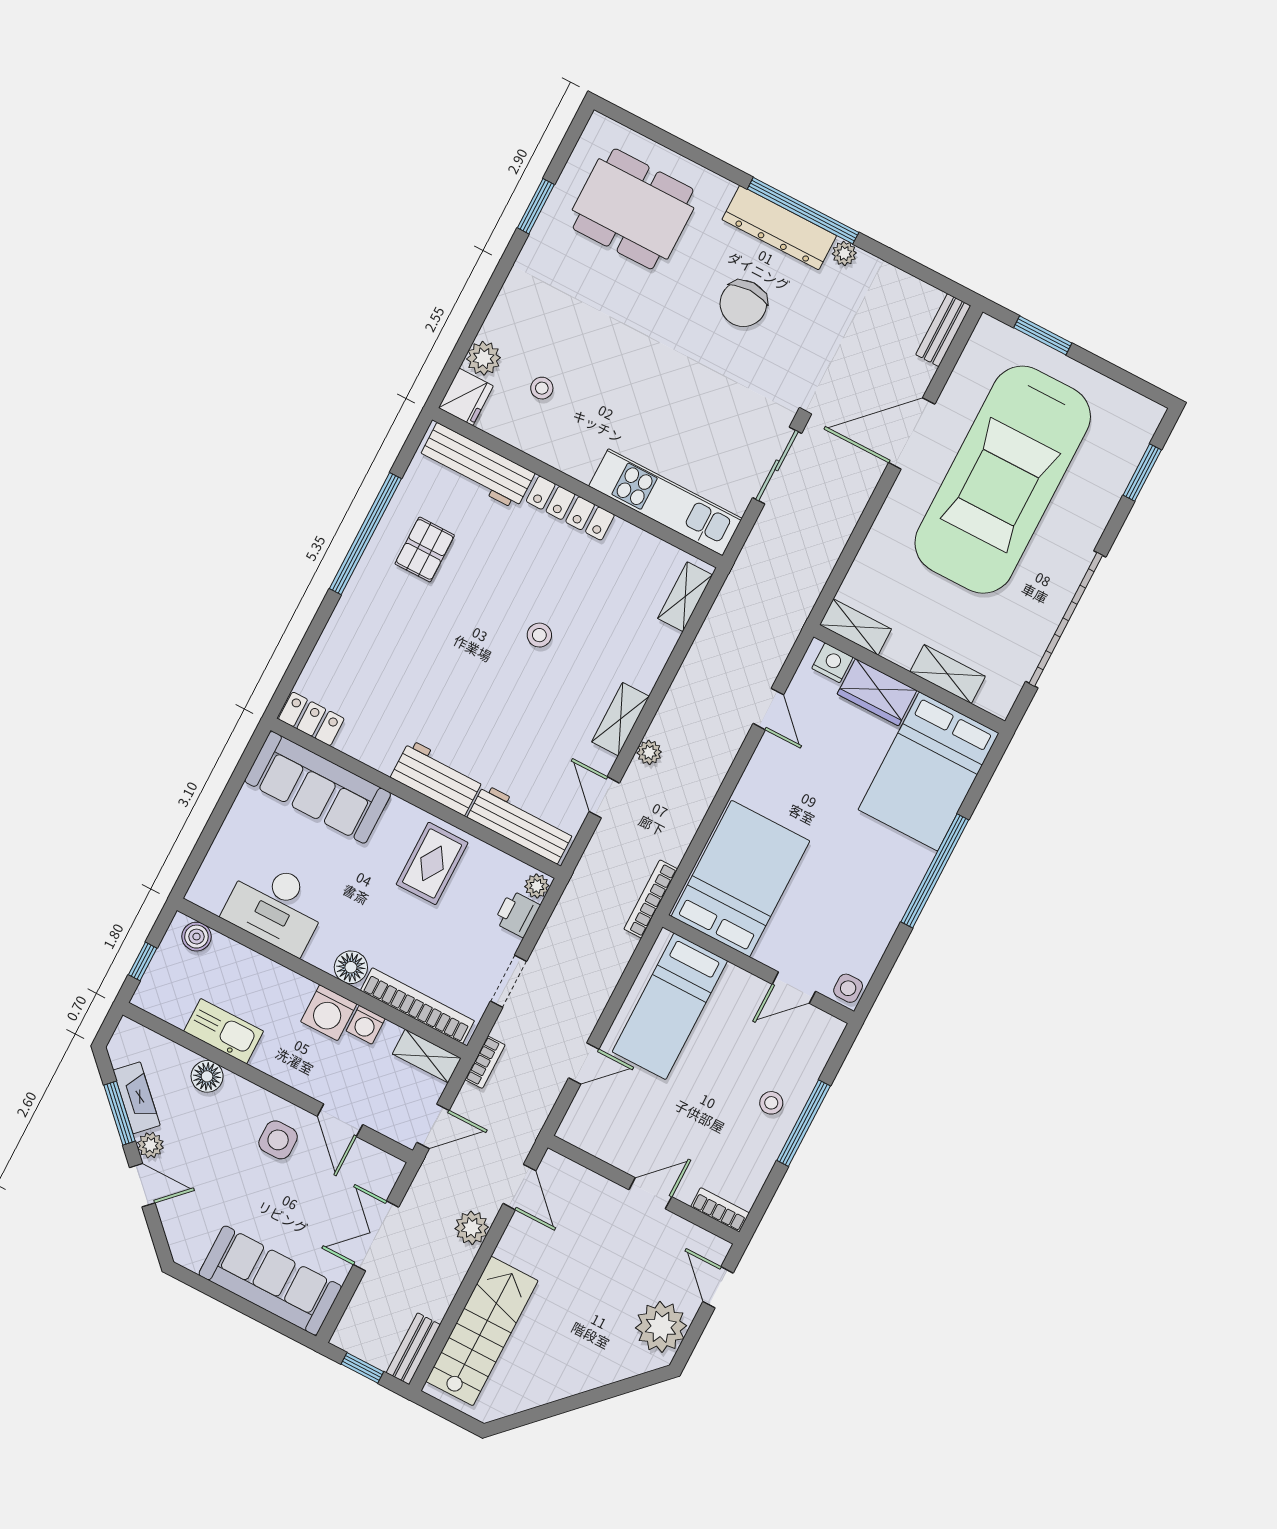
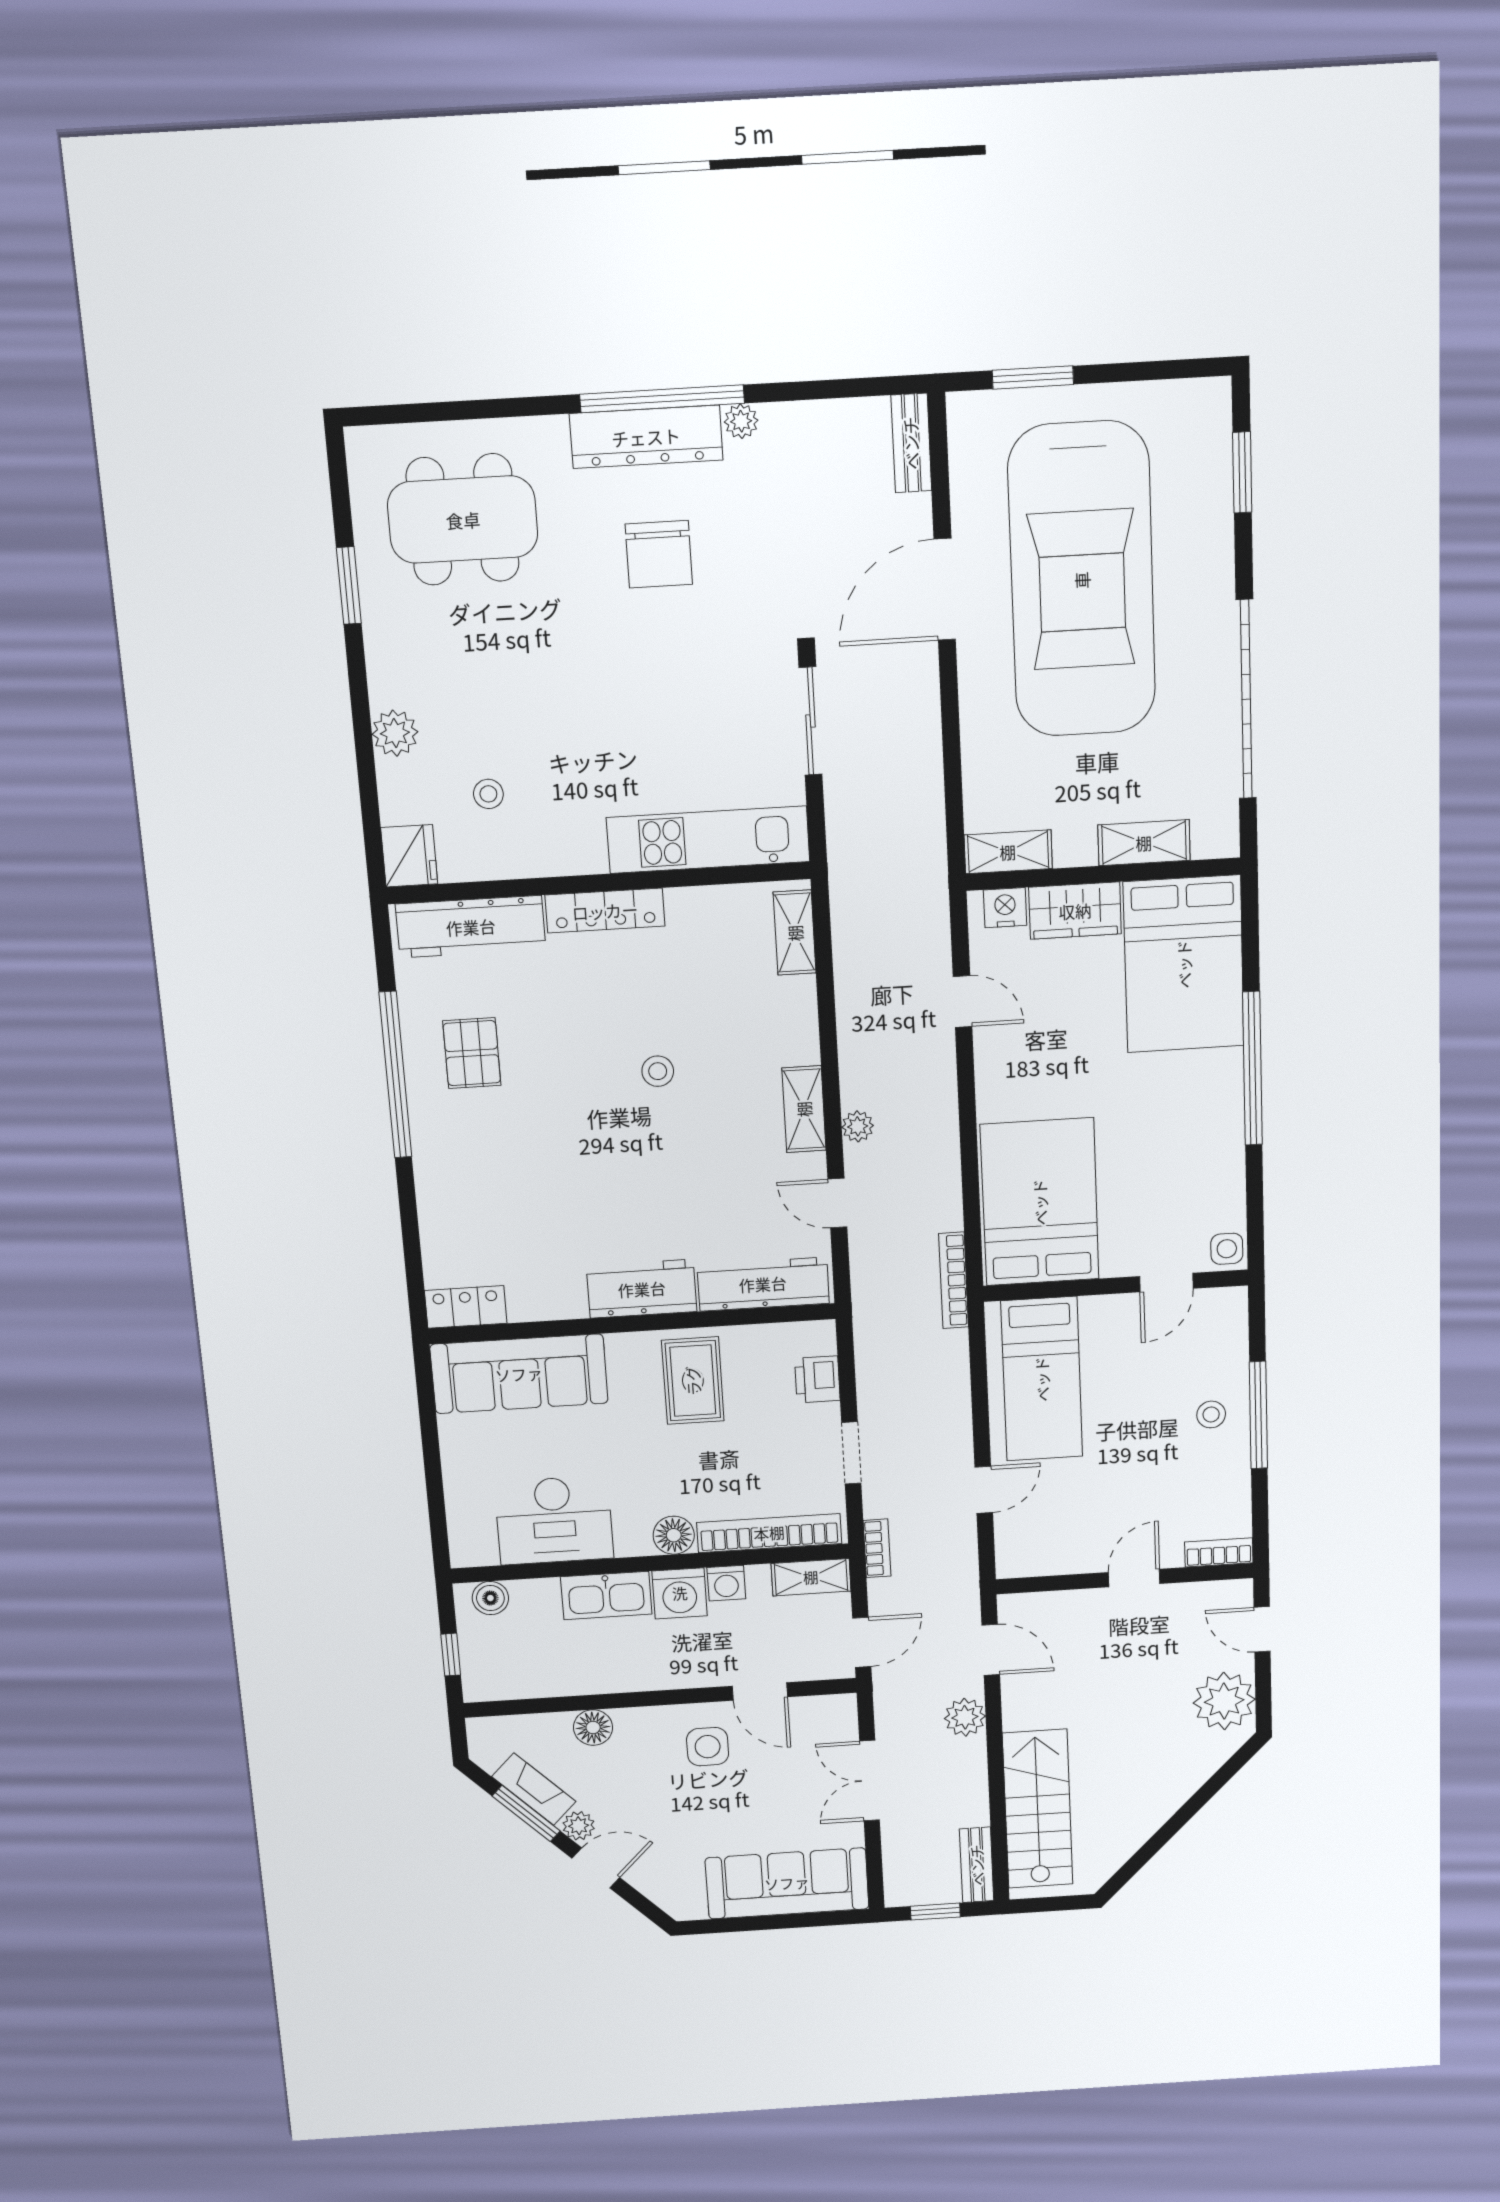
plant: (483, 358) -> (395, 733), moved
plant: (537, 886) -> (821, 1339), removed
kitchen sink: (224, 1031) -> (606, 1596), moved, turned 180

